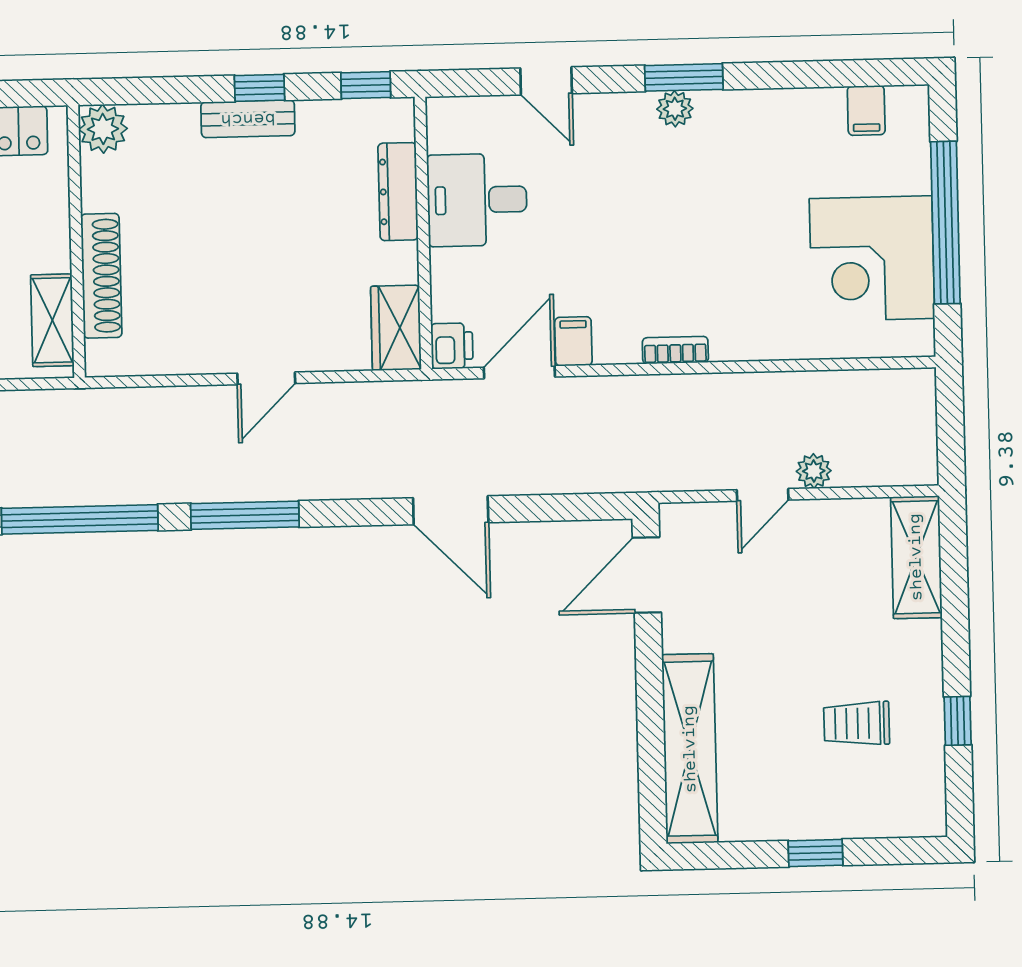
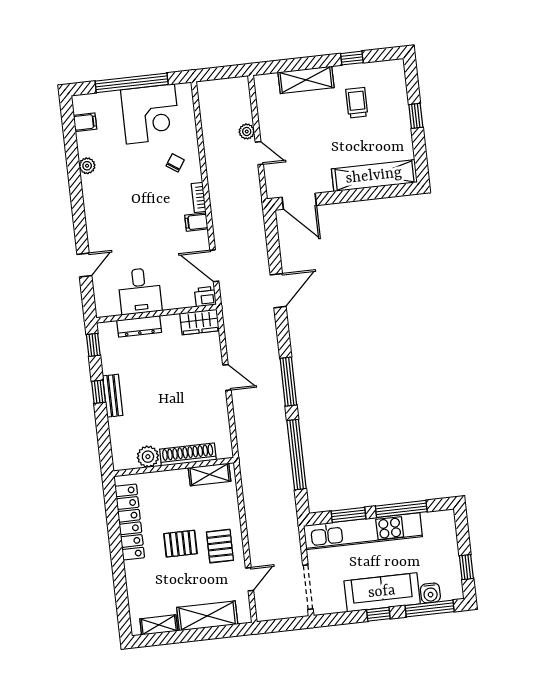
window: (684, 77) -> (77, 204), removed
plant: (675, 109) -> (87, 166), moved
plant: (103, 129) -> (148, 457), moved
chair: (757, 305) -> (175, 163), added
filing cabinet: (573, 341) -> (196, 222), moved
shelving: (916, 557) -> (306, 80), moved
trolley: (857, 723) -> (357, 103), turned 180

